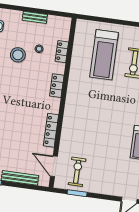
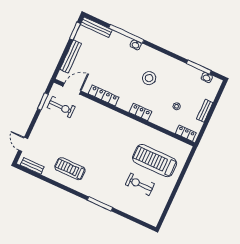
locker: (62, 52) -> (186, 133), moved
stool: (18, 55) -> (149, 78), moved

